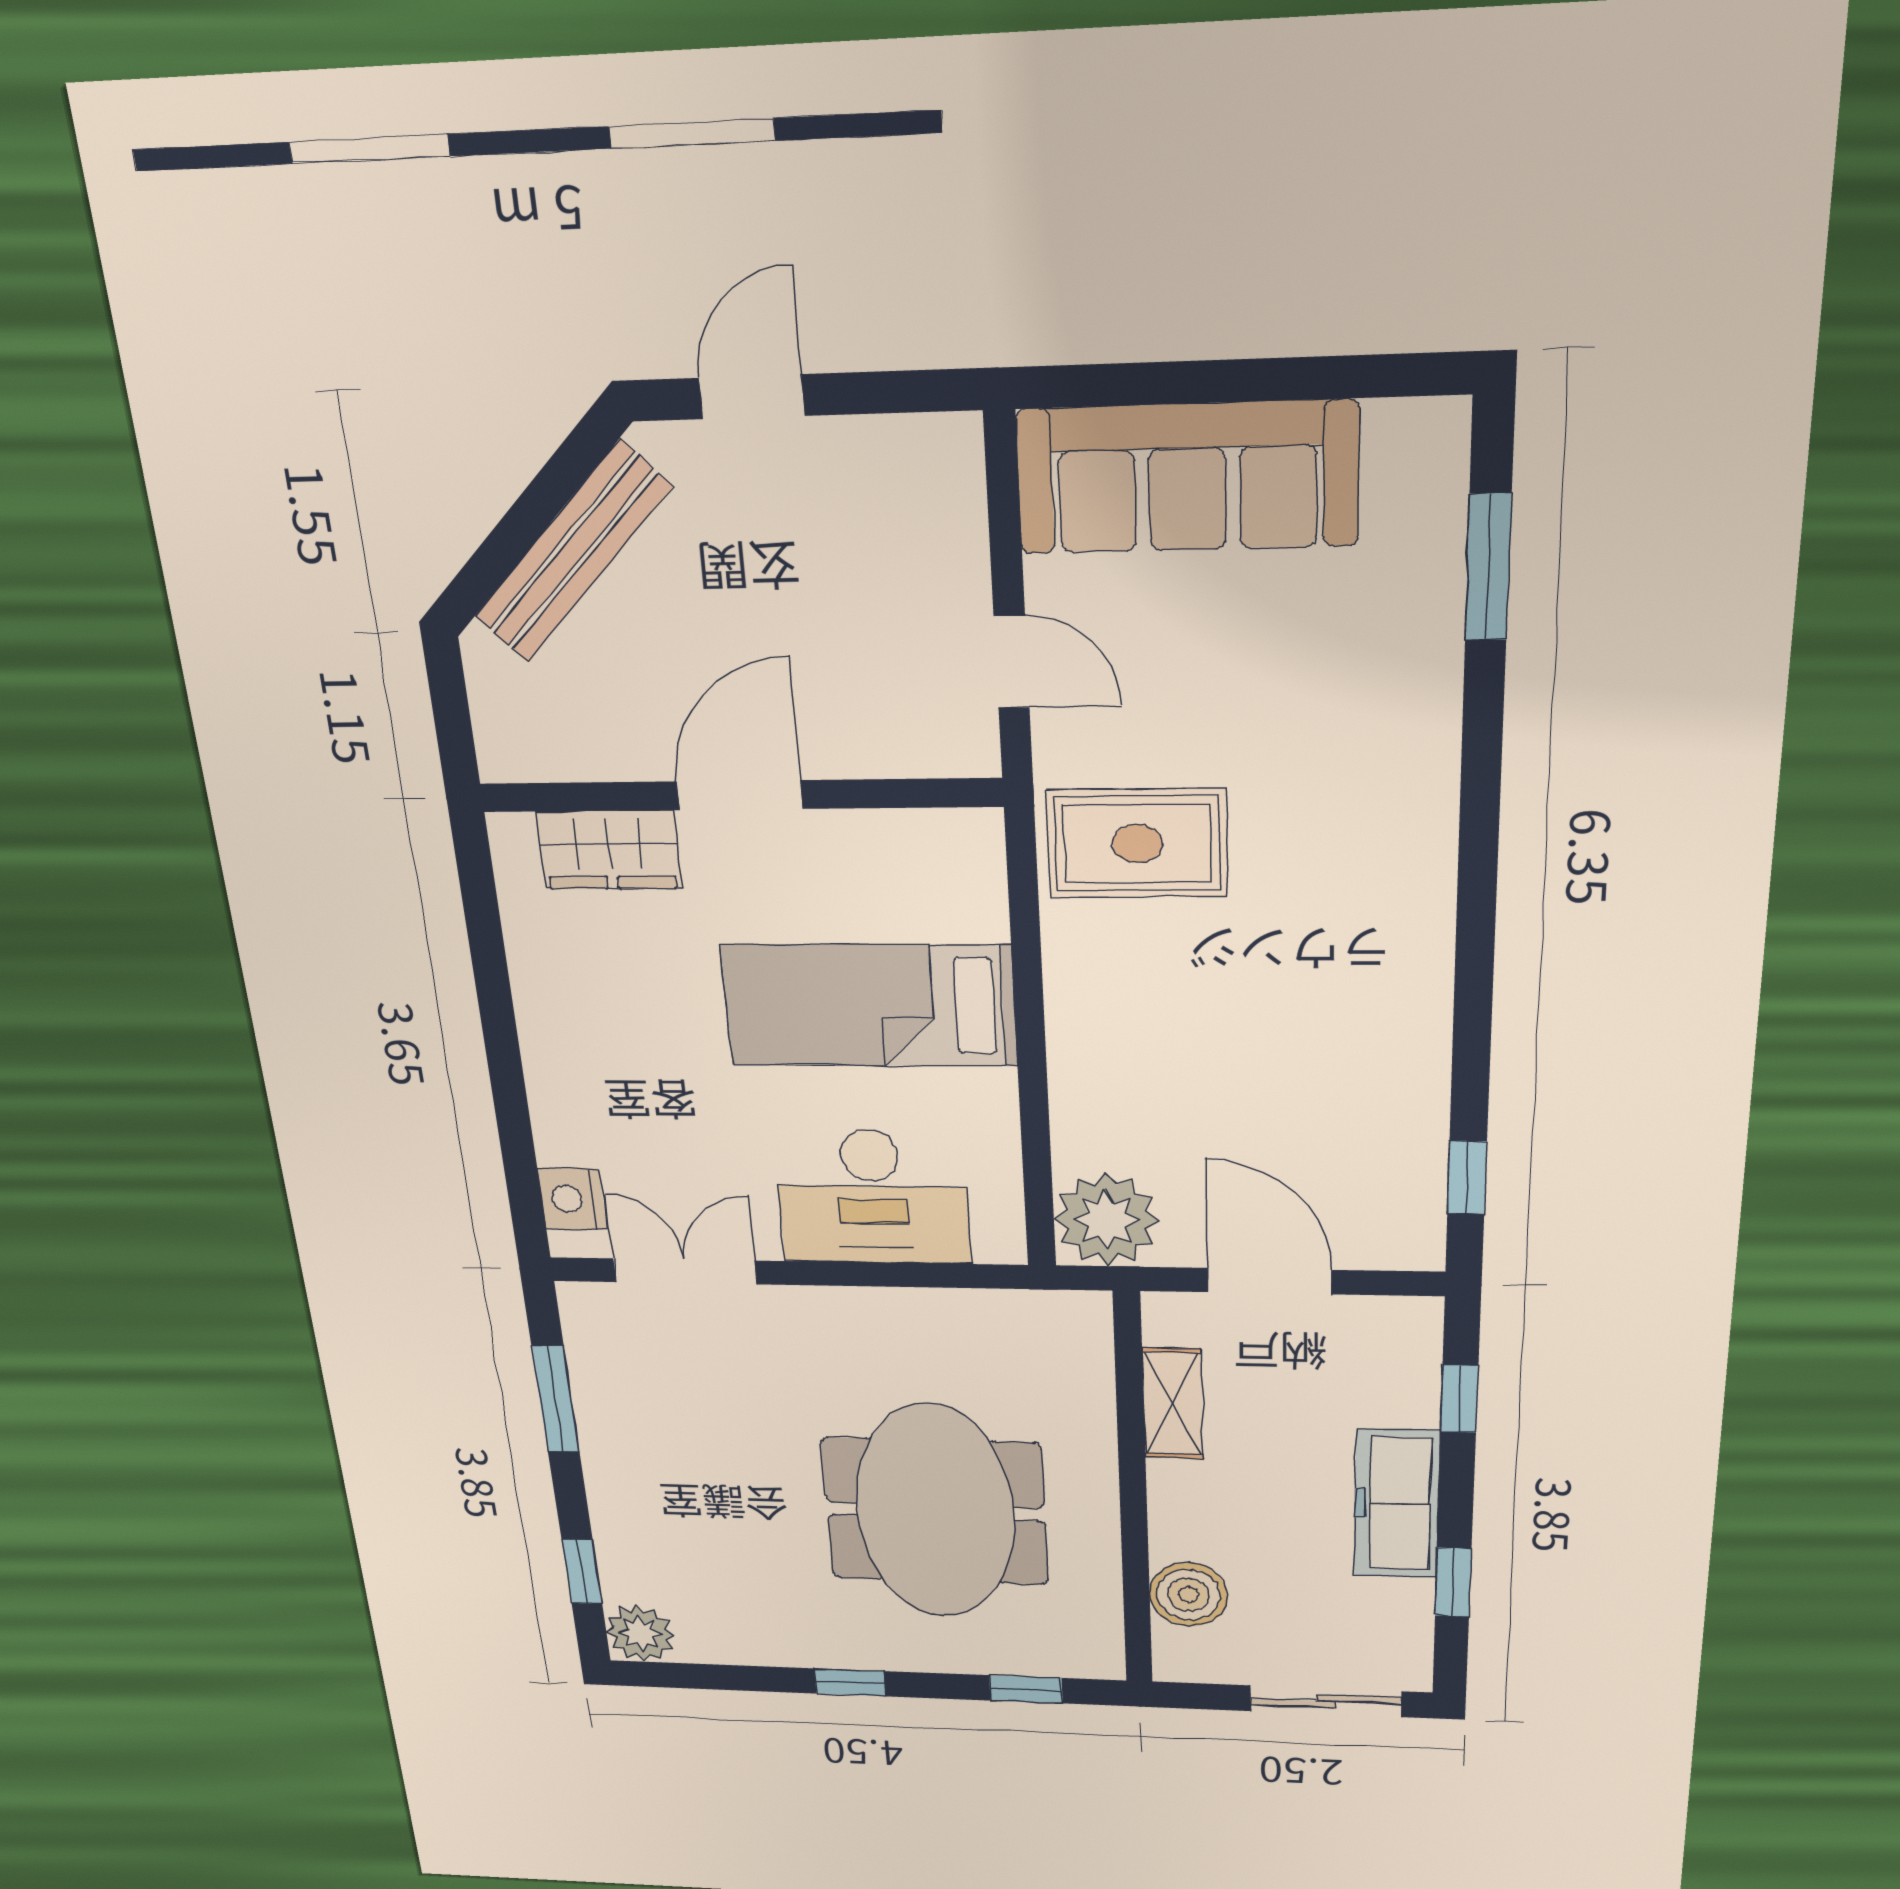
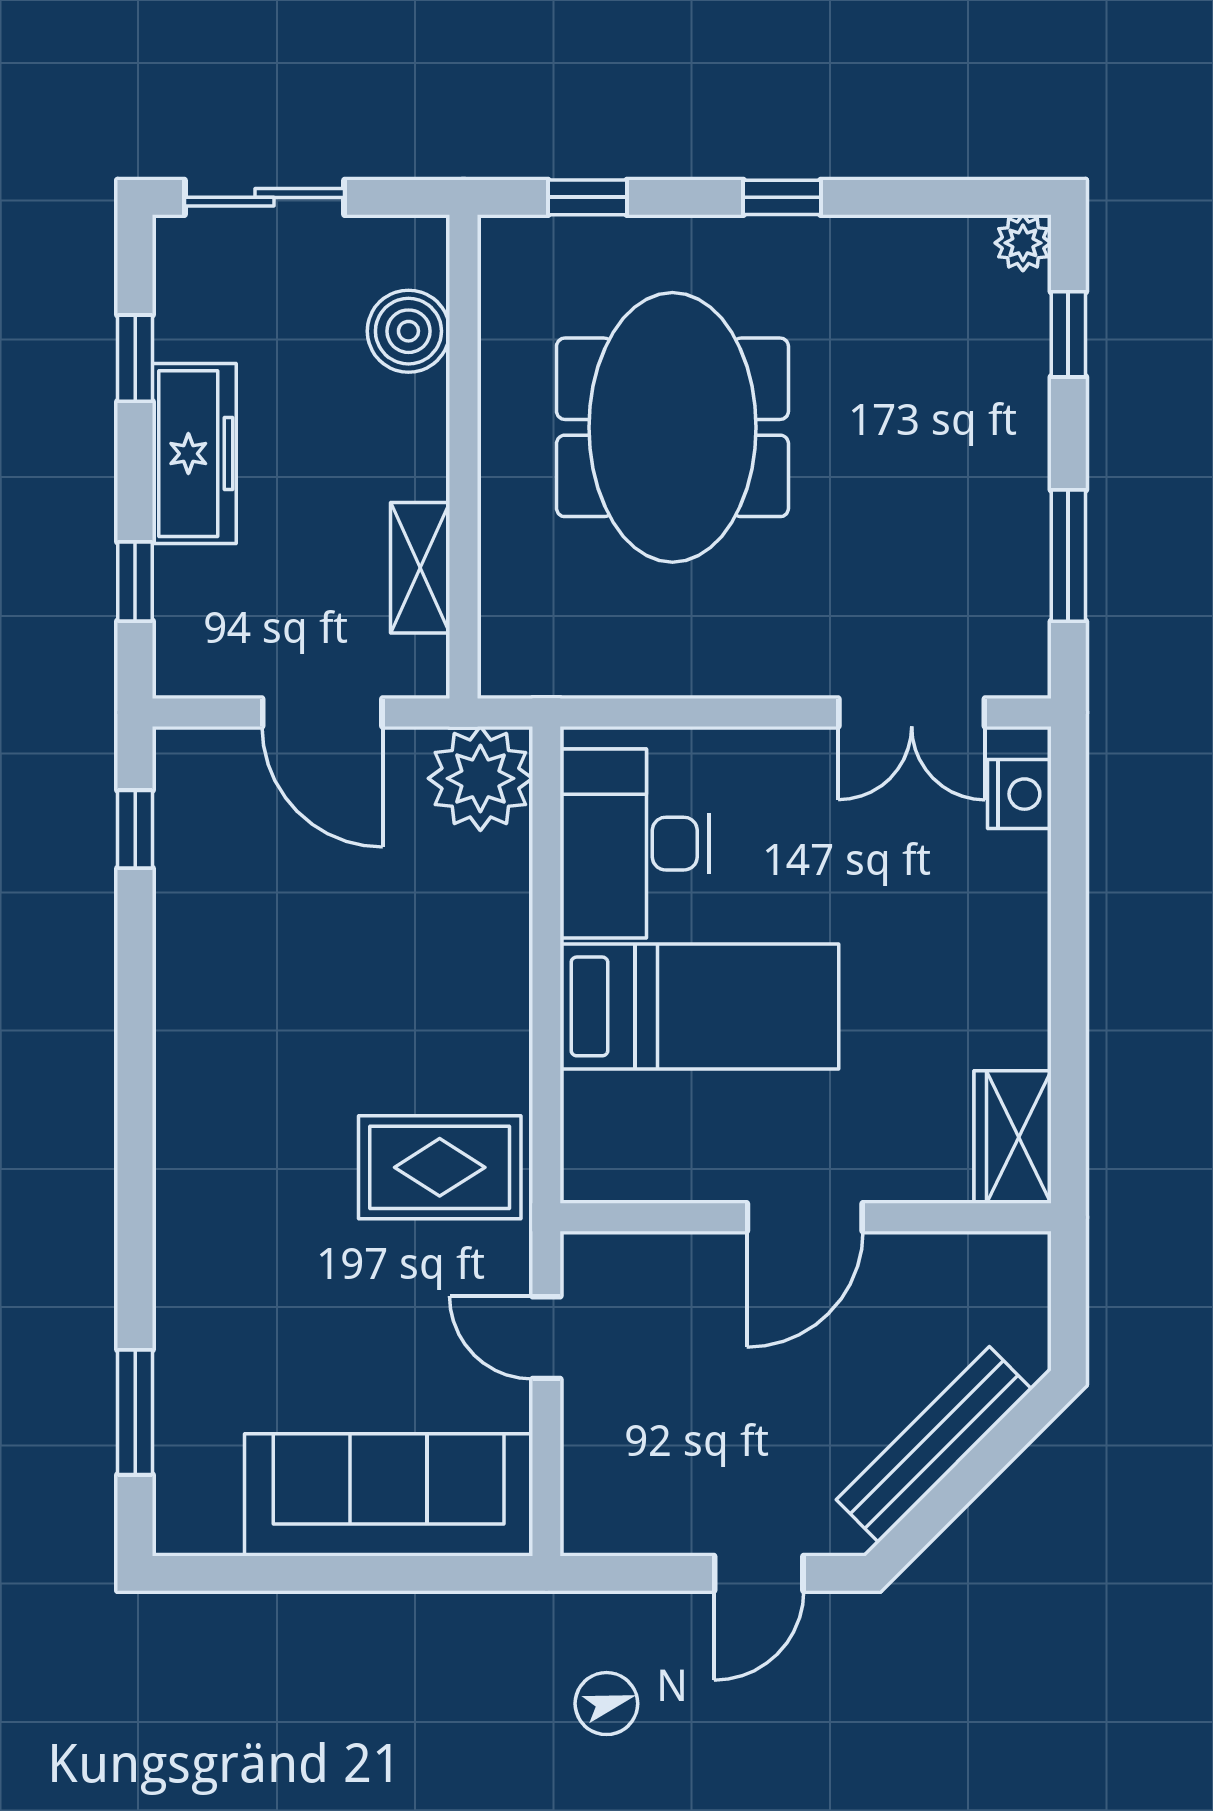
wardrobe: (609, 850) -> (1013, 1137), moved, turned -90
desk: (872, 1197) -> (635, 844), moved, turned -90
plant: (640, 1633) -> (1023, 243), width x0.73, depth x0.73

